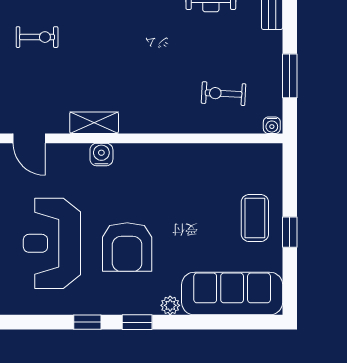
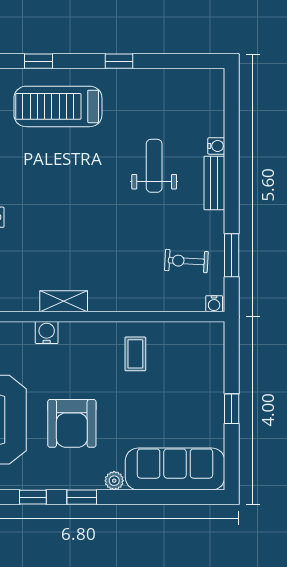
exercise bike: (224, 94) -> (186, 261), moved
shelving: (94, 123) -> (64, 301), moved
coffee table: (255, 218) -> (135, 354), moved, width x0.73, depth x0.77

